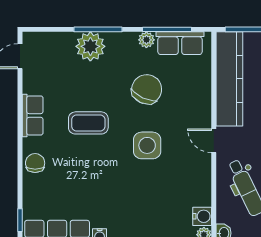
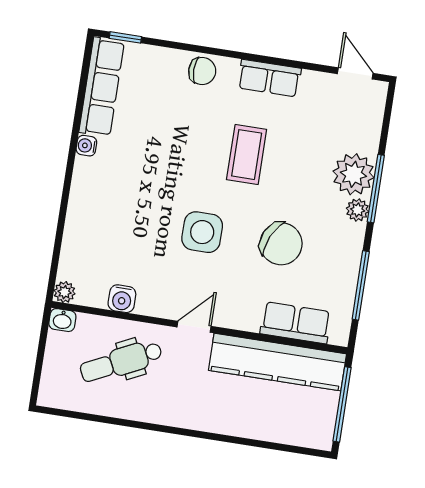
plant: (146, 40) -> (358, 210), moved
row of seats: (180, 43) -> (296, 323), moved, turned 90
water cooler: (202, 216) -> (122, 299), moved

